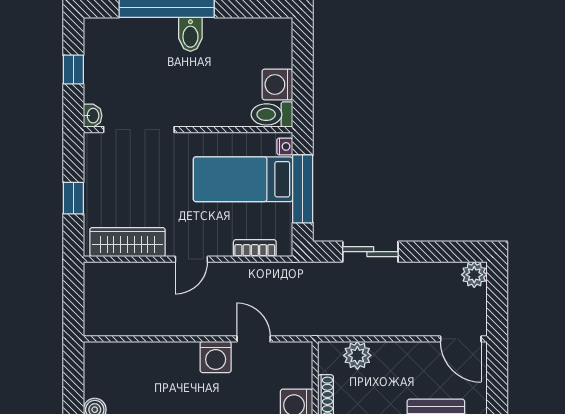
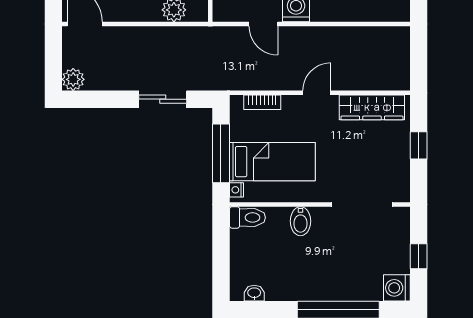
bidet: (190, 34) -> (300, 221), moved, turned 180
washing machine: (277, 84) -> (397, 288), moved, turned 180
washbasin: (93, 116) -> (254, 293), moved, turned 90

